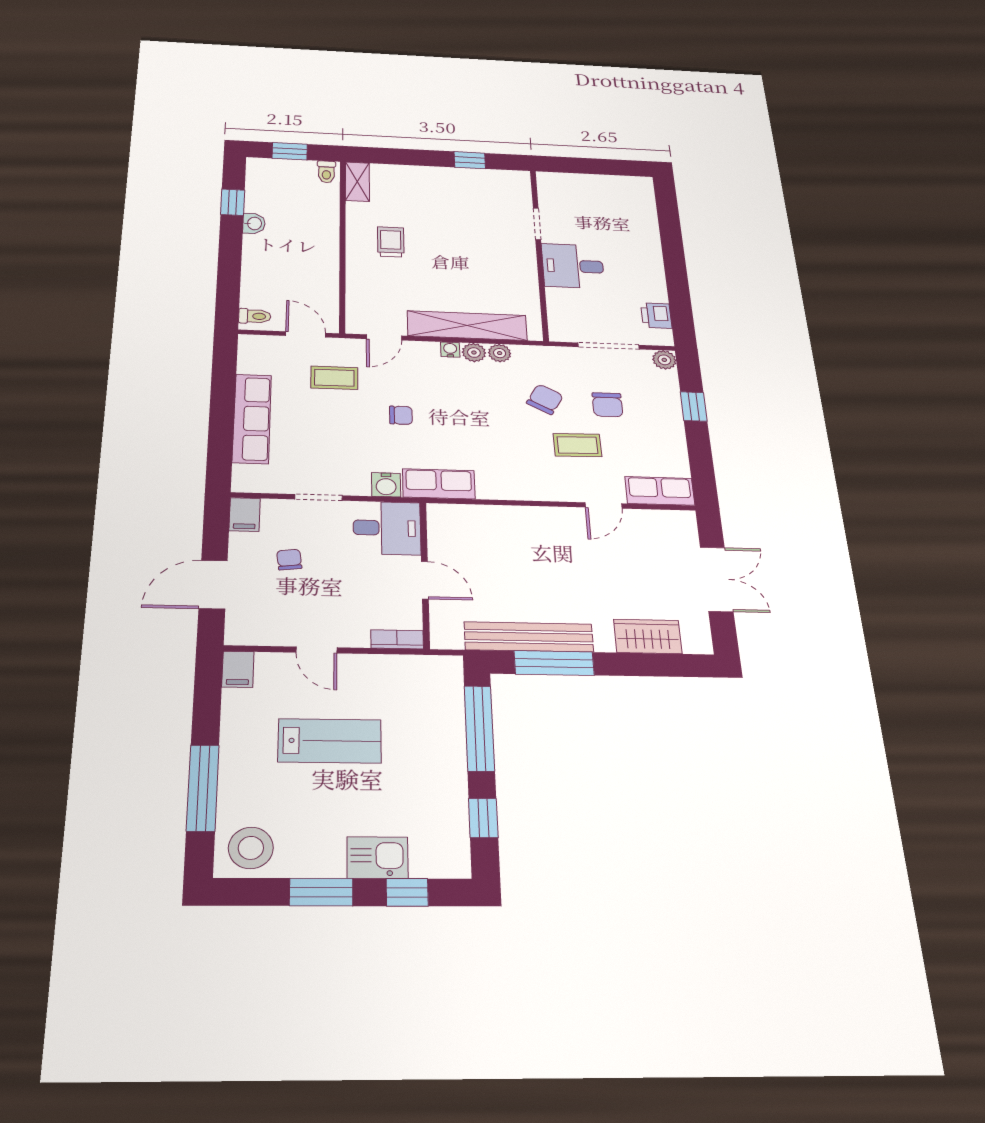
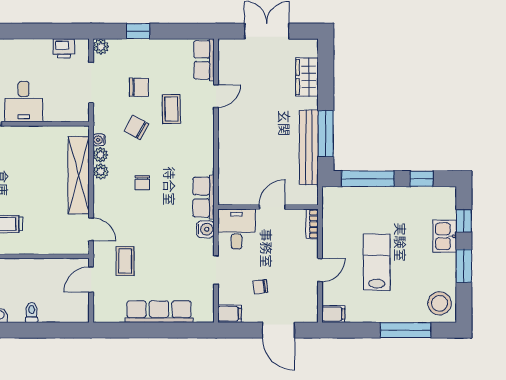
toilet: (255, 316) -> (32, 312), moved
water cooler: (450, 350) -> (99, 140), moved
chair: (401, 415) -> (142, 183), moved, turned 180
door: (603, 505) -> (216, 96), hinge flipped

